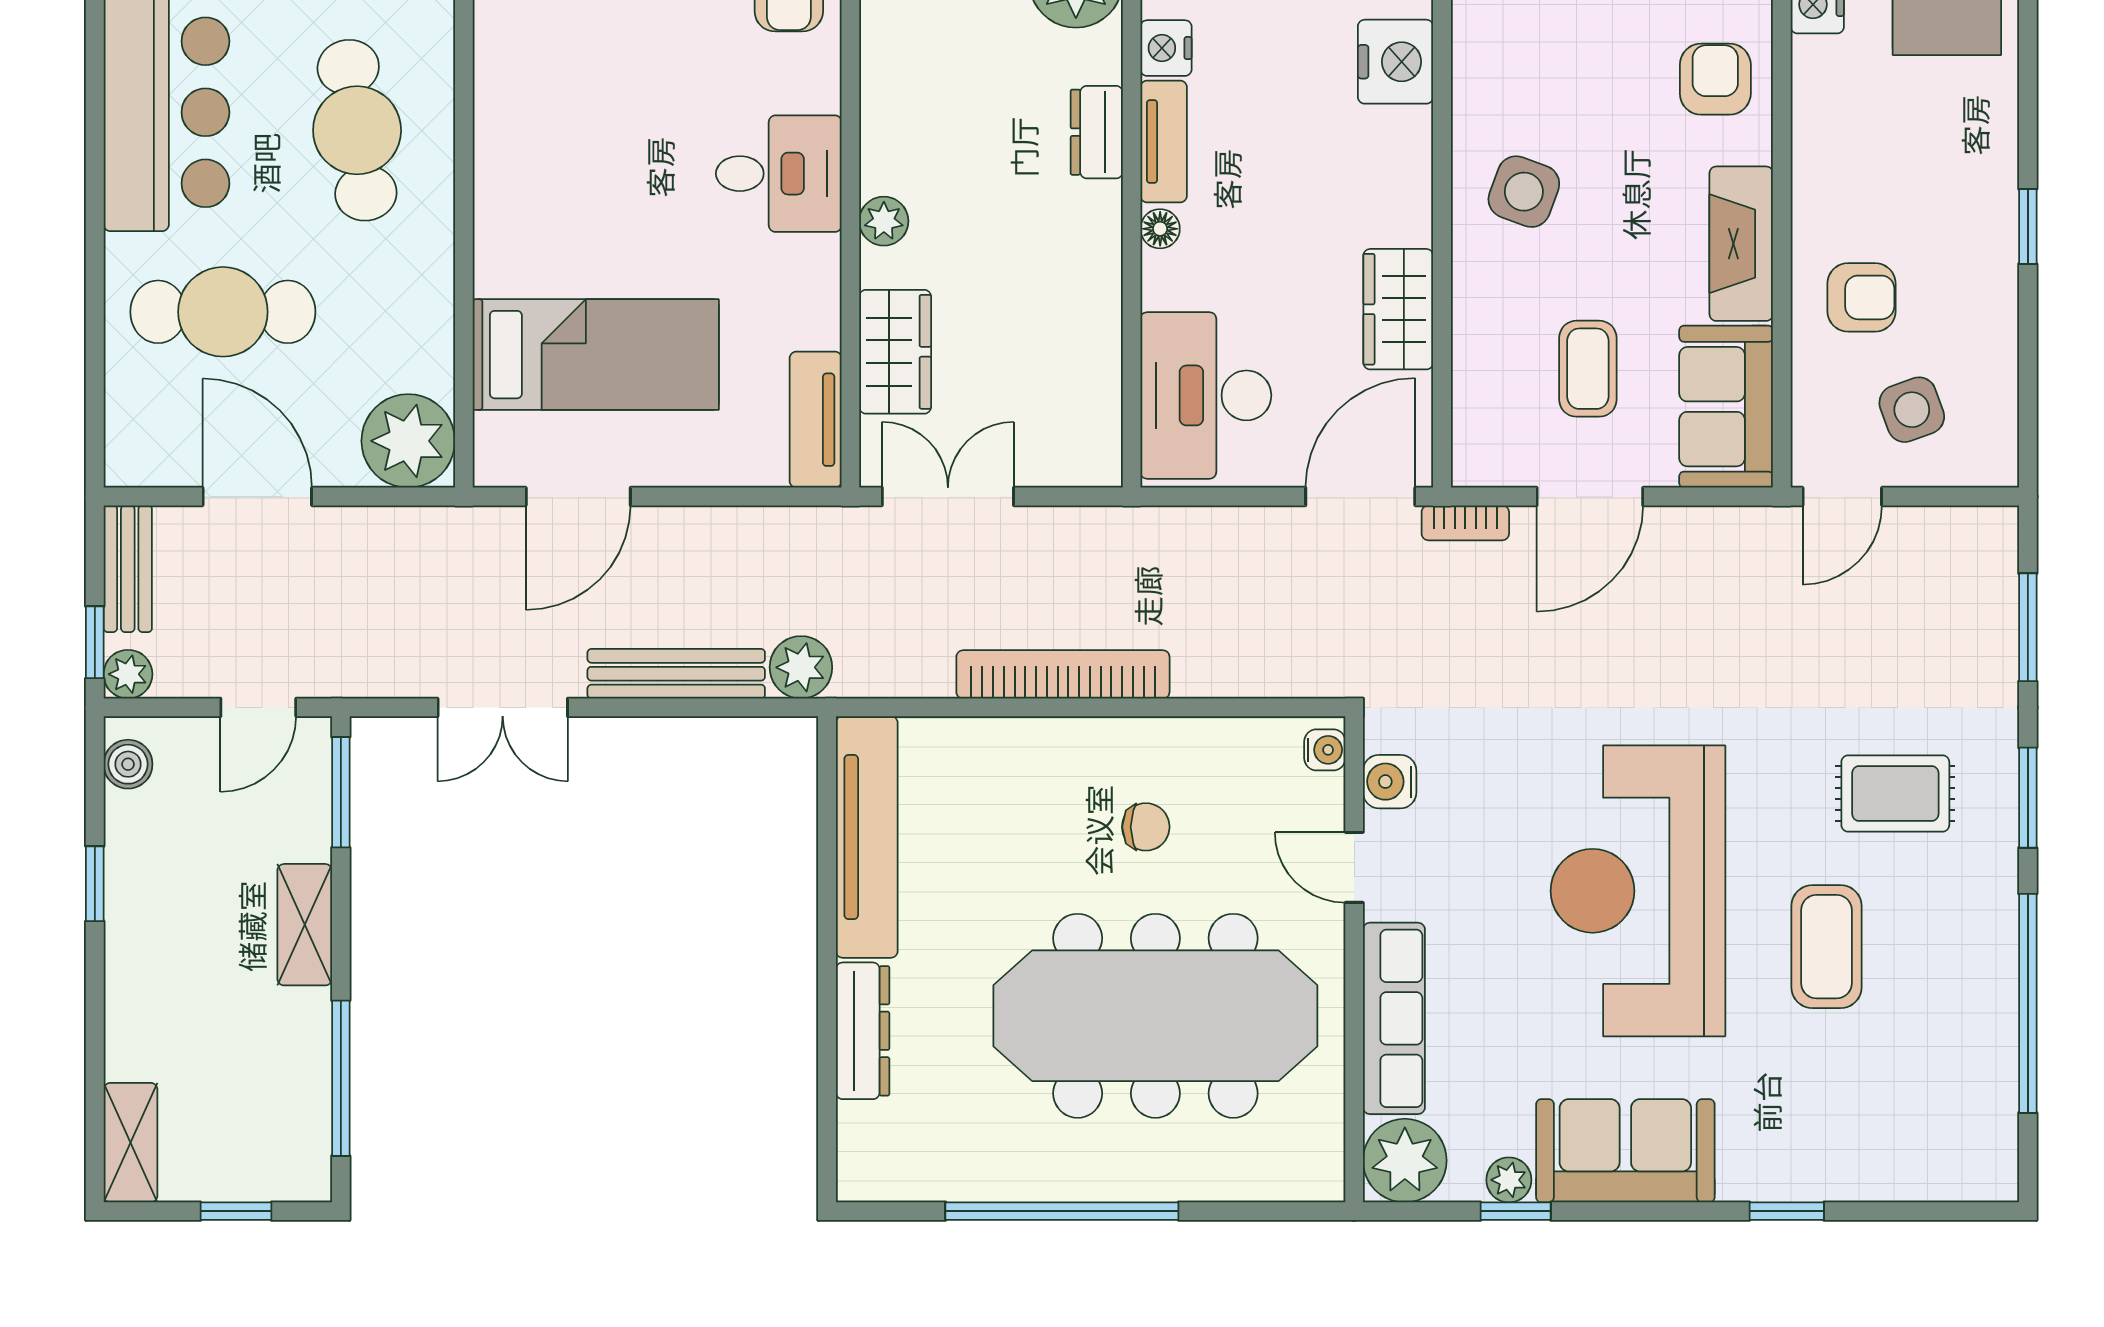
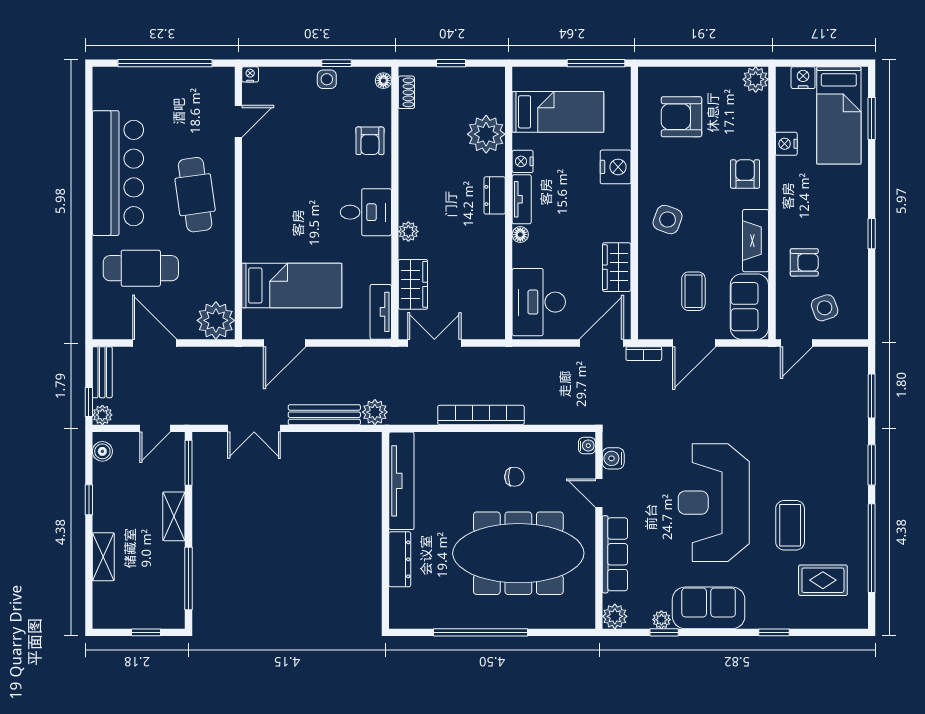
rug: (1895, 793) -> (823, 580), moved
shelving: (130, 1143) -> (103, 557), moved
plant: (1405, 1161) -> (615, 616), width x0.73, depth x0.73

